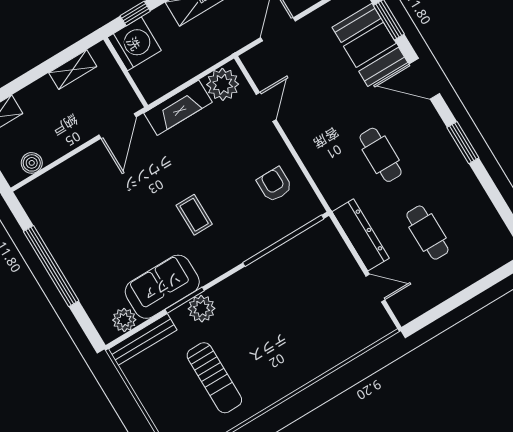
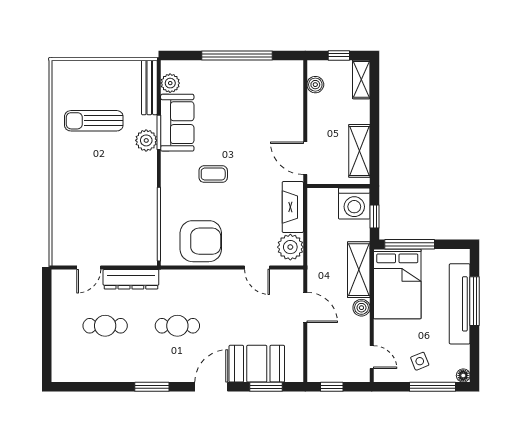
shelving: (73, 70) -> (359, 151), width x1.50, depth x1.33
armchair: (274, 185) -> (201, 241), width x1.88, depth x1.88

